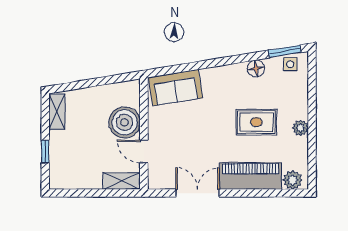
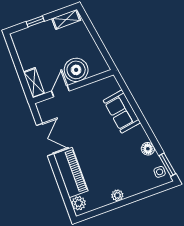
sofa: (175, 88) -> (122, 112), moved
rug: (256, 122) -> (110, 163), removed

